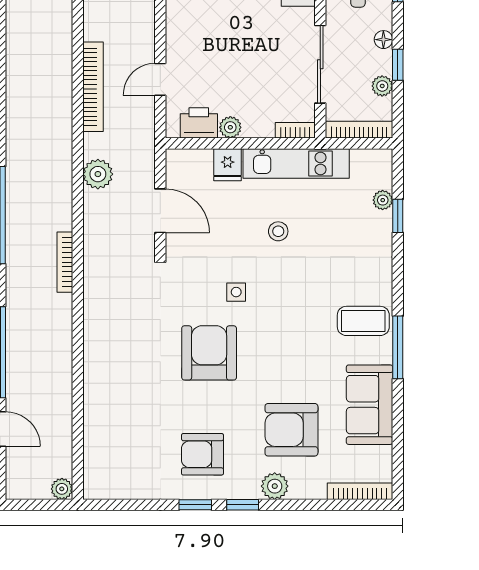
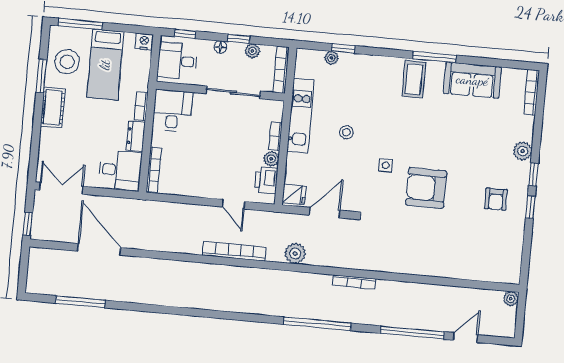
bookcase: (295, 130) -> (275, 136), moved
fridge: (228, 165) -> (294, 195), moved
armchair: (291, 430) -> (485, 136), removed
armchair: (202, 454) -> (496, 199), width x0.72, depth x0.72

